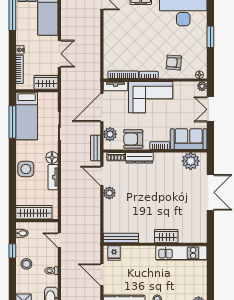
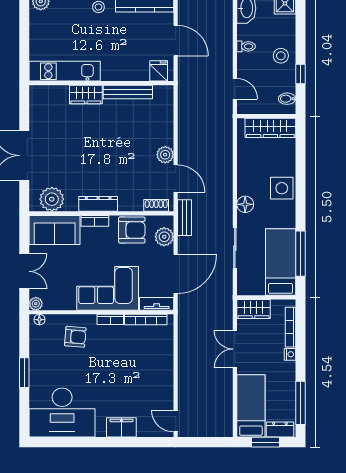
dresser: (139, 158) -> (98, 204), moved
tv unit: (53, 177) -> (244, 177), removed
bench: (121, 238) -> (128, 92), moved

